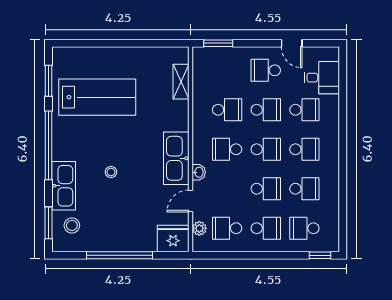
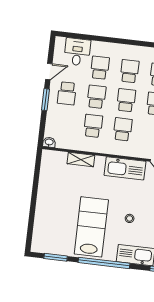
window: (218, 43) -> (45, 100), moved
shelving: (181, 82) -> (81, 160), moved
lab bench: (97, 97) -> (91, 227), moved
school desk: (227, 149) -> (123, 129), turned 180
washbasin: (199, 172) -> (49, 142), moved

